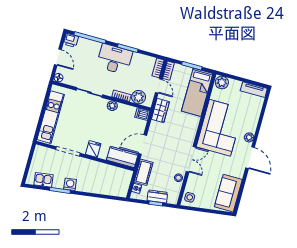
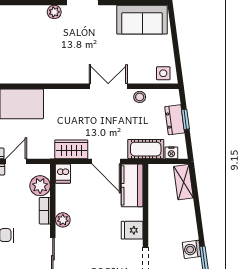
wardrobe: (160, 110) -> (71, 149), moved
corner sofa: (220, 128) -> (52, 57), removed
shelving: (115, 191) -> (183, 182), added

